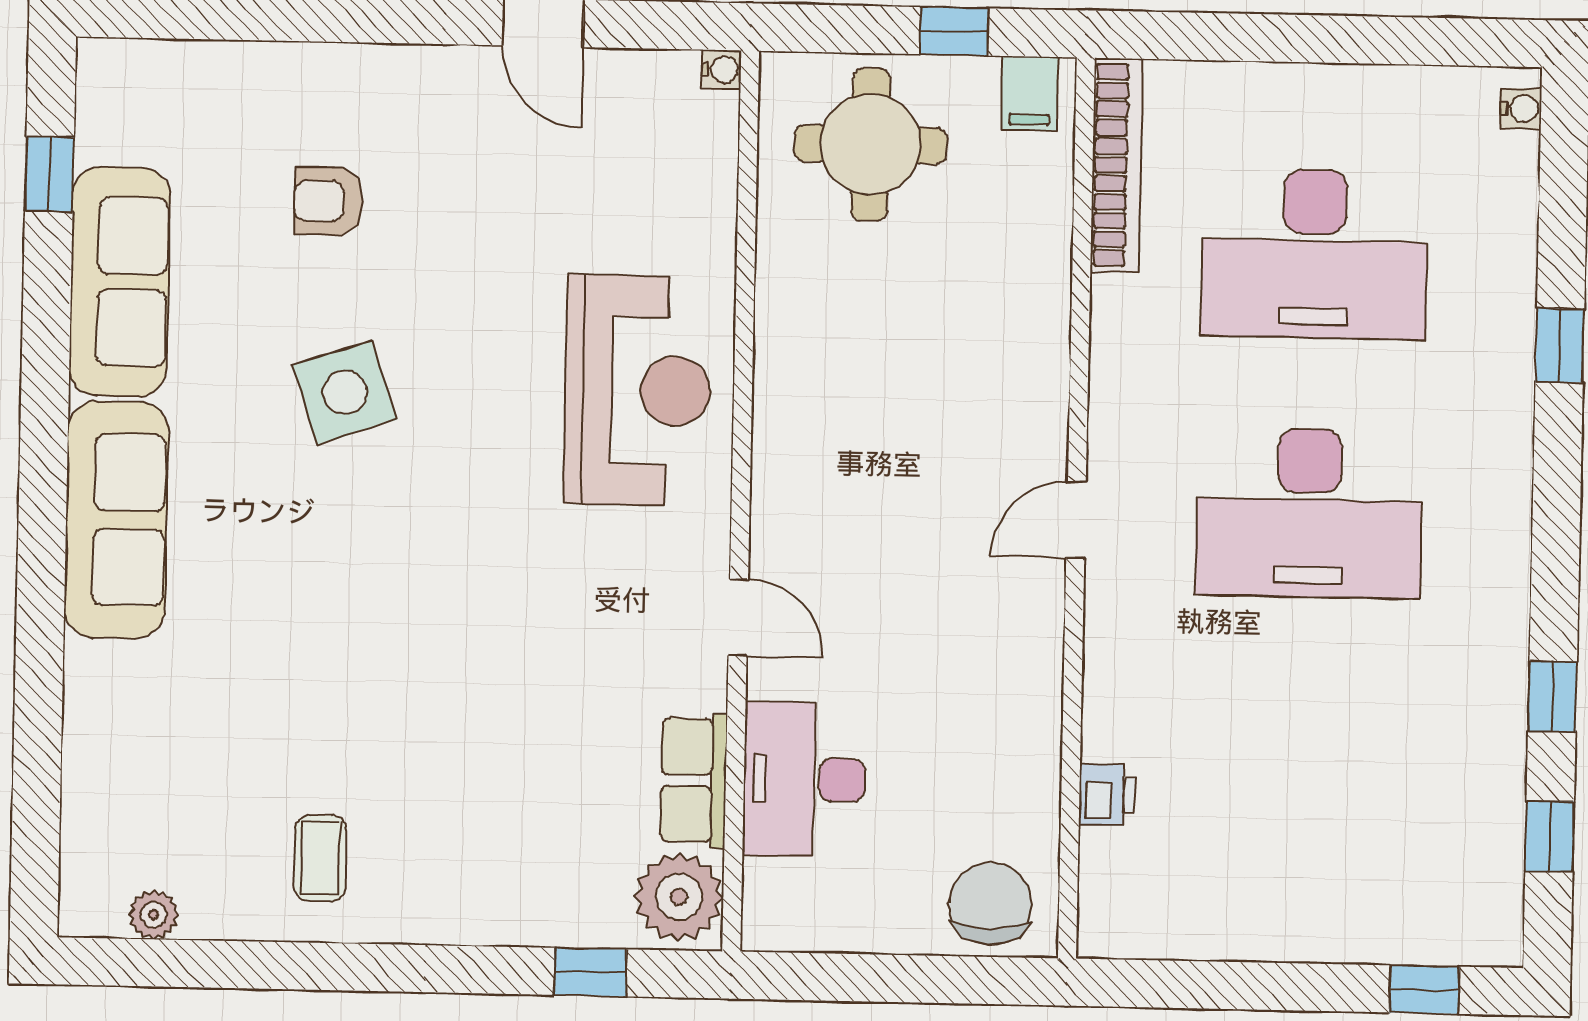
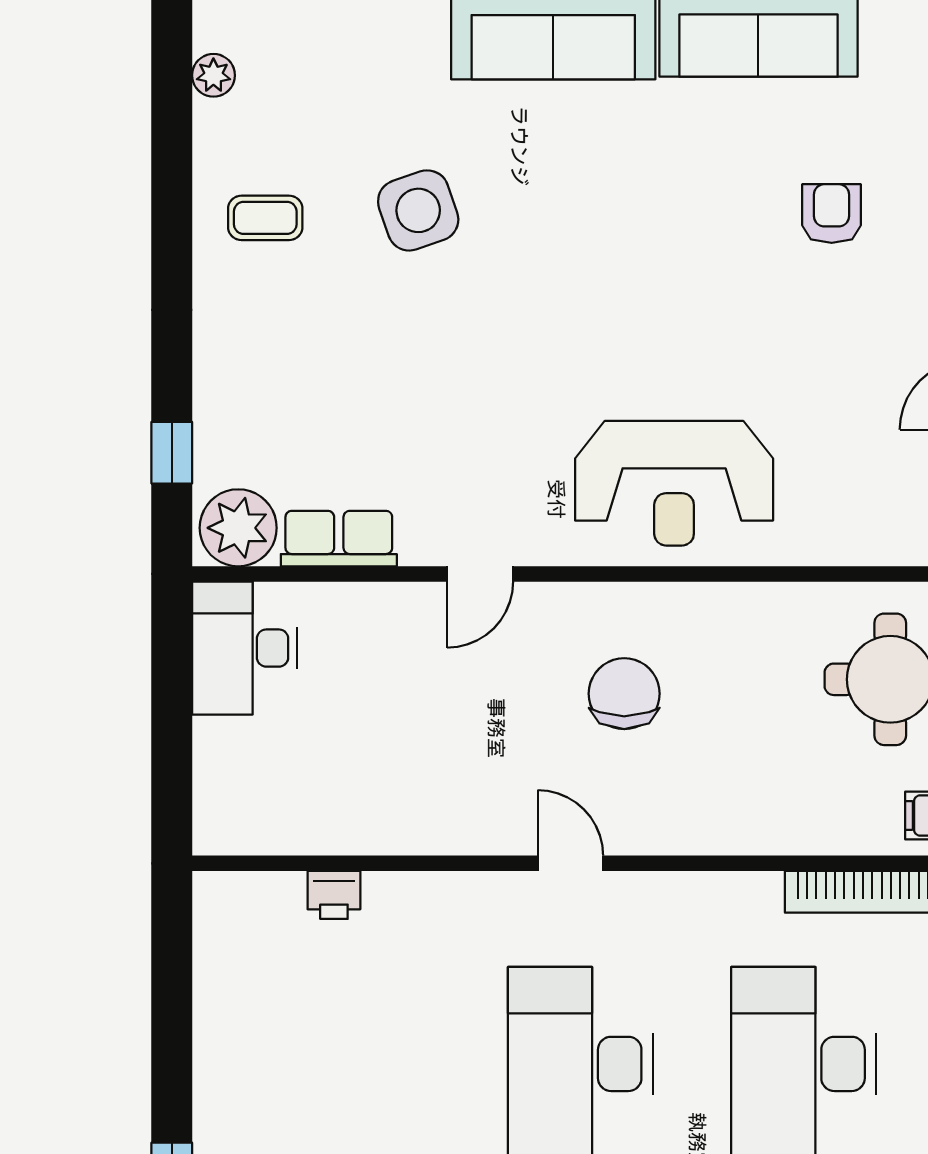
side table: (345, 392) -> (418, 210), moved
desk: (804, 779) -> (244, 648), moved, turned -90
chair: (991, 904) -> (624, 694), moved, turned -90

